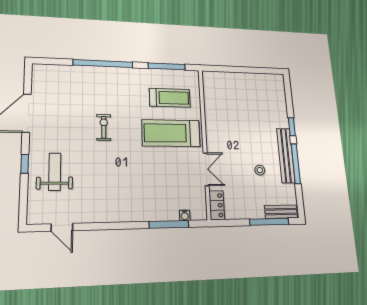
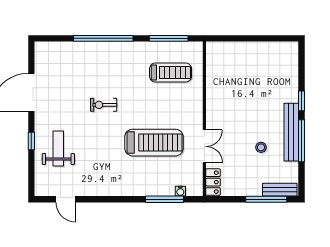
exercise bike: (104, 127) -> (104, 105), turned -90
treadmill: (171, 133) -> (154, 143), moved, turned 180

